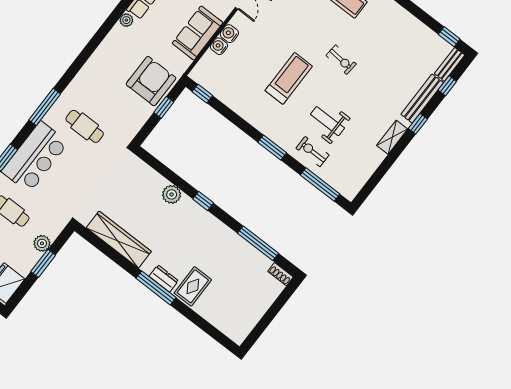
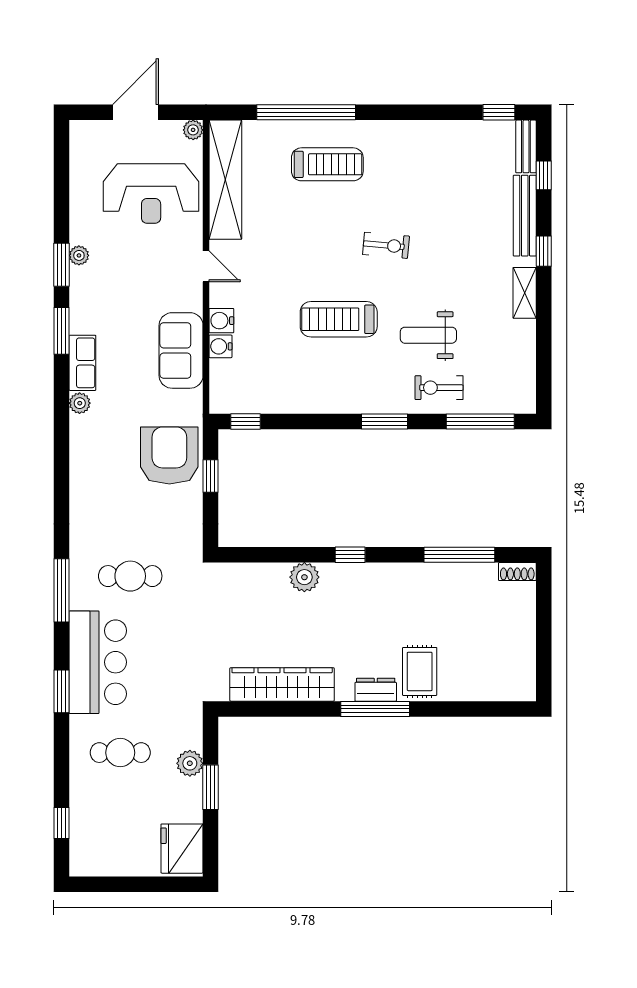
treadmill: (289, 78) -> (339, 319), turned -90

